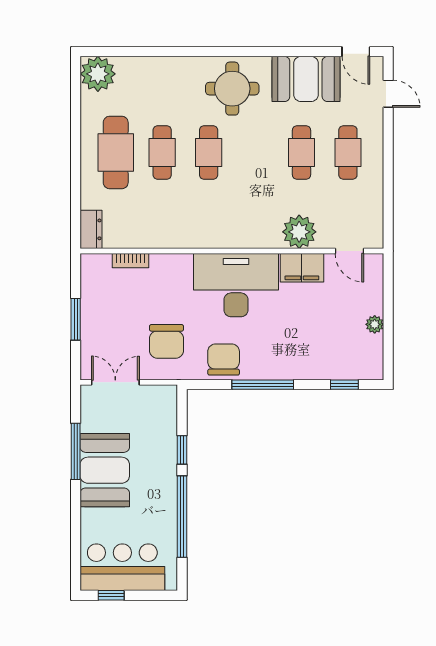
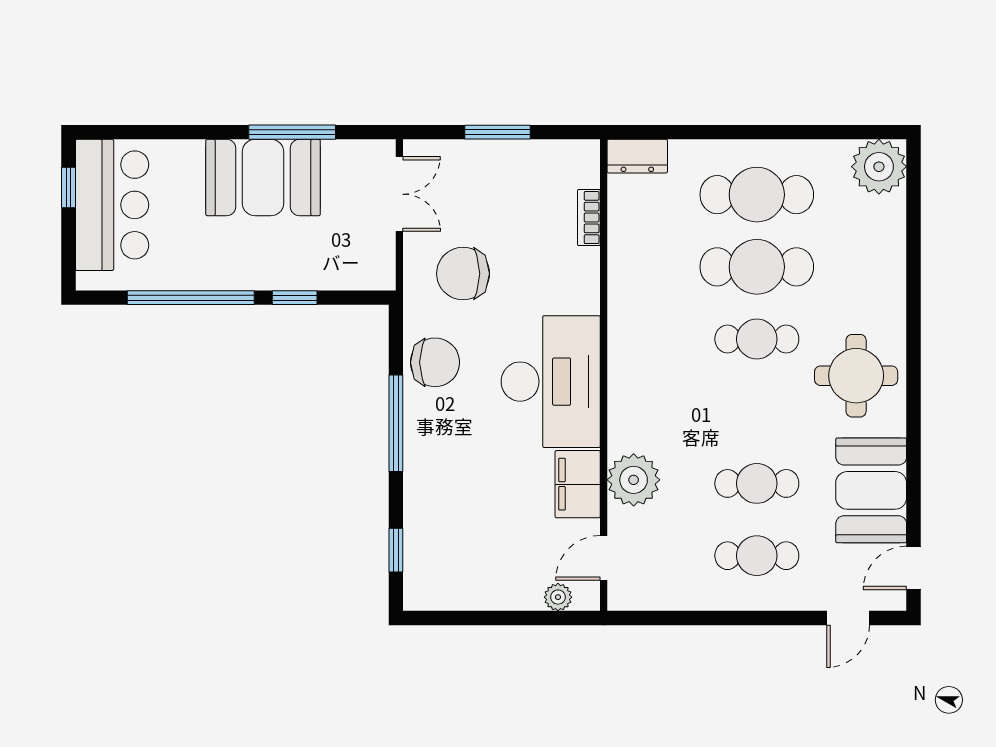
cafe table: (162, 152) -> (757, 267), width x1.37, depth x1.35
plant: (375, 324) -> (558, 597), moved

